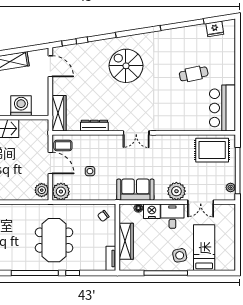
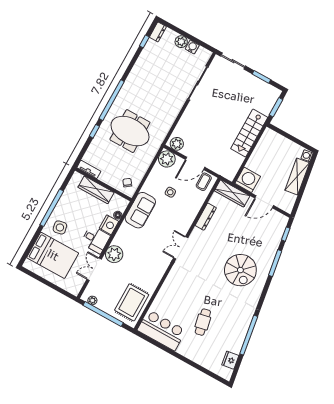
door: (50, 66) -> (264, 202), moved
spiral stairs: (126, 66) -> (240, 270), turned 90
washing machine: (21, 106) -> (248, 180), moved, turned -90
sofa: (135, 190) -> (140, 210), moved
bed: (204, 248) -> (53, 255), width x1.50

